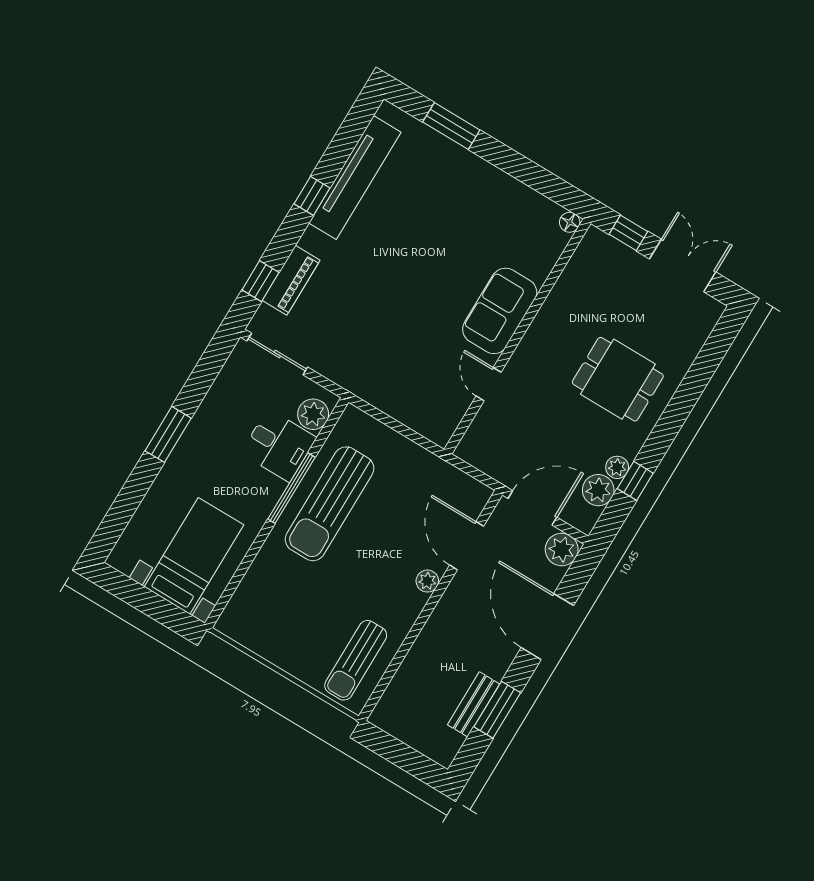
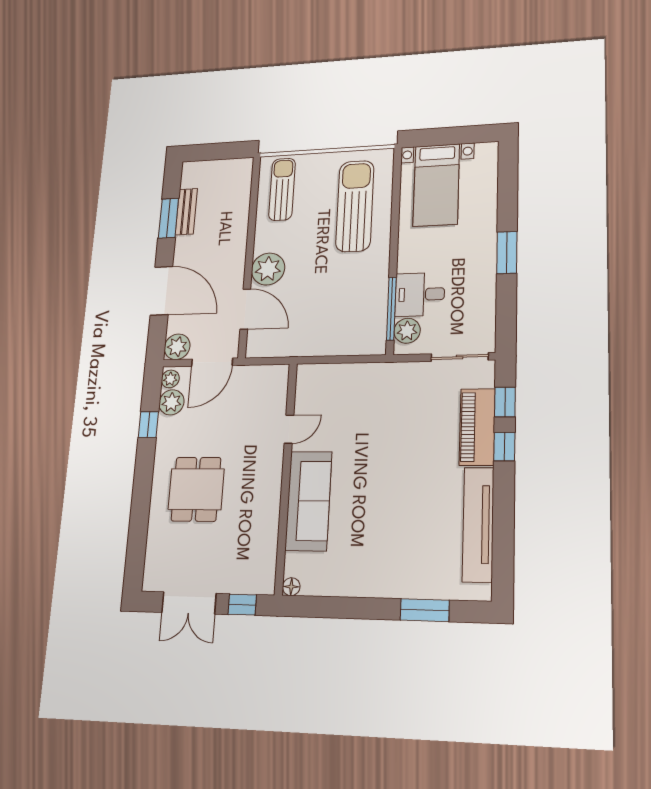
window: (312, 196) -> (504, 447), moved
piano: (291, 280) -> (477, 427), width x1.37, depth x1.33
sofa: (500, 311) -> (308, 501), width x1.36
dining table: (618, 379) -> (196, 489), turned 90
door: (489, 384) -> (289, 429), hinge flipped
plant: (617, 467) -> (170, 379), moved
window: (291, 488) -> (391, 309), moved
sun lounger: (330, 504) -> (355, 206), moved
plant: (427, 581) -> (268, 269), width x1.88, depth x1.88

